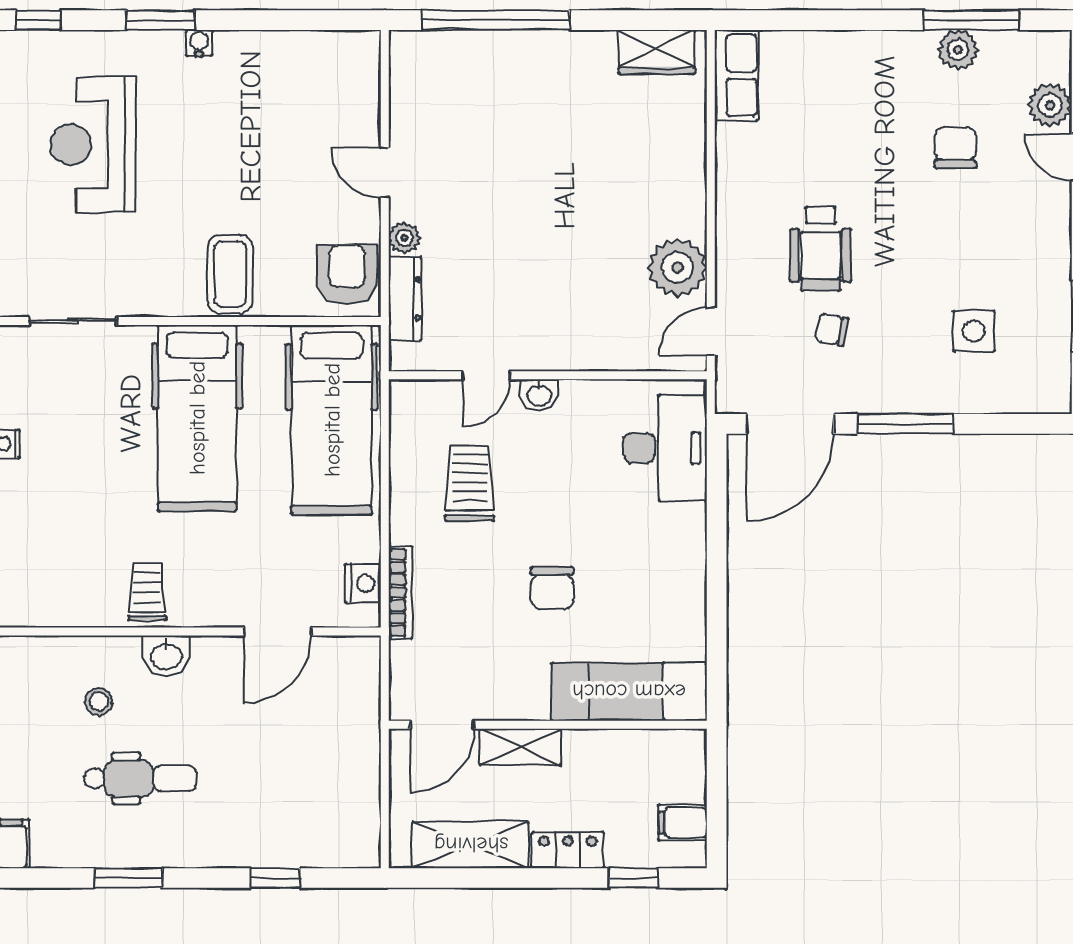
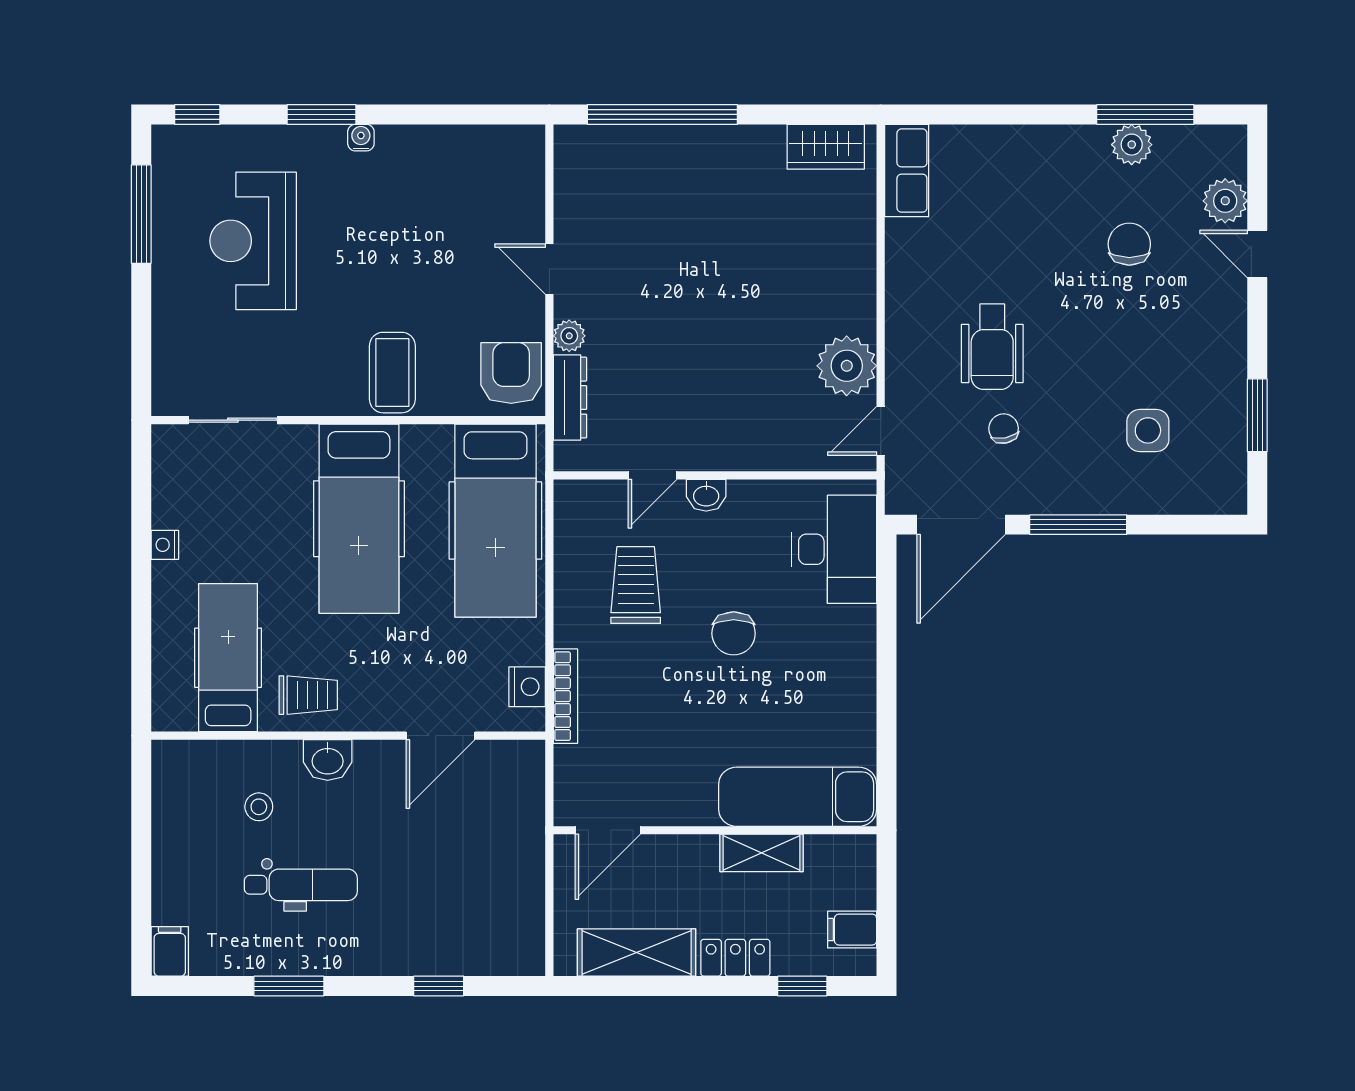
chair: (832, 329) -> (1004, 429), turned 67
hospital bed: (68, 555) -> (228, 658), added
chair: (552, 588) -> (734, 633), moved
trolley: (147, 592) -> (308, 695), turned 90
shelving: (520, 747) -> (761, 853), moved

